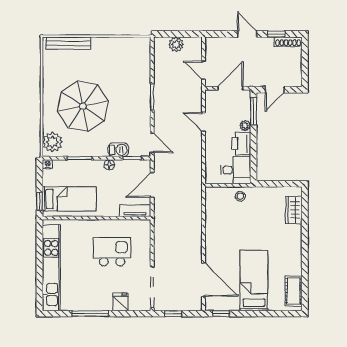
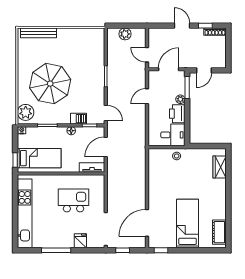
door: (203, 122) -> (147, 96), hinge flipped
door: (203, 280) -> (147, 223), swing flipped

